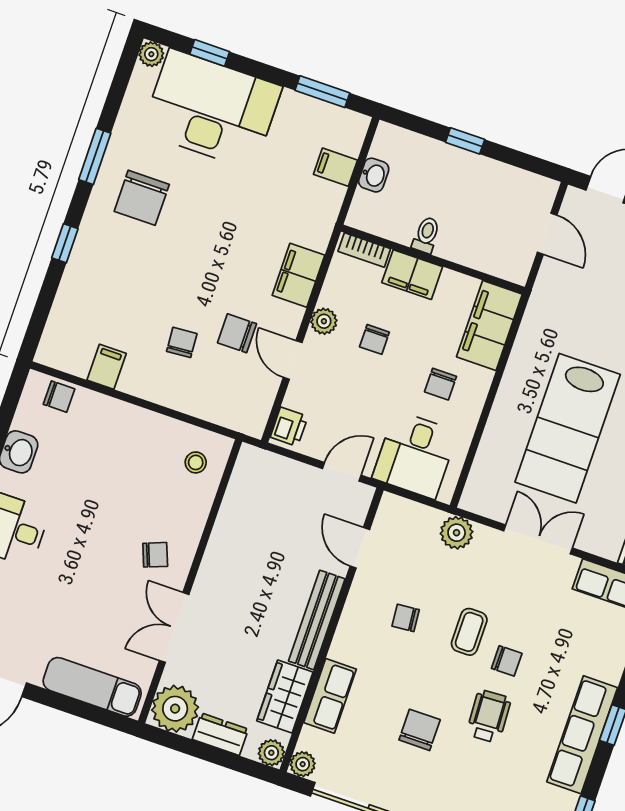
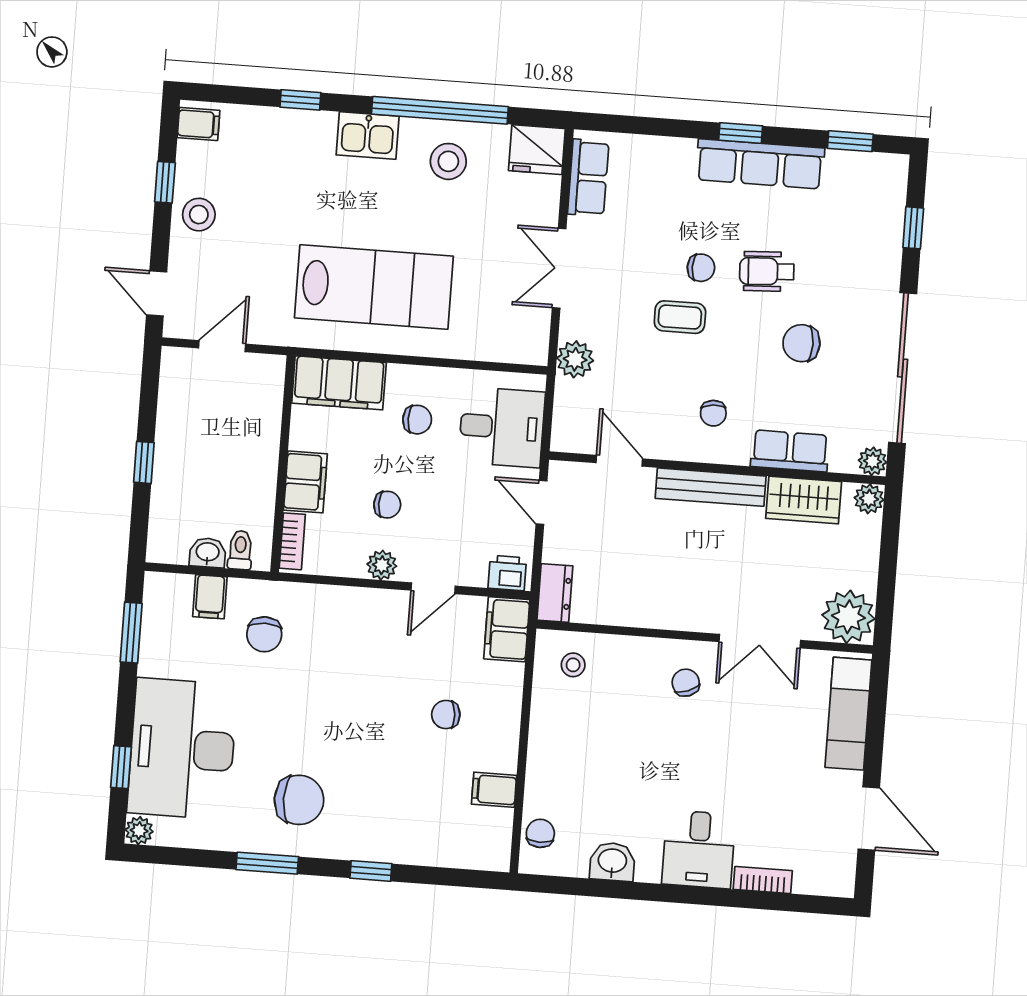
toilet: (426, 235) -> (240, 550), moved, turned 90
filing cabinet: (298, 275) -> (507, 629), moved, turned 90
chair: (237, 333) -> (264, 634), moved
lab bench: (568, 428) -> (374, 287), moved
door: (360, 548) -> (619, 461), swing flipped
chair: (406, 618) -> (713, 413), moved
chair: (507, 661) -> (701, 268), turned 90
dresser: (220, 734) -> (555, 593), moved, turned 180

